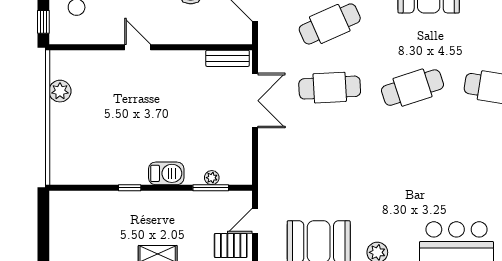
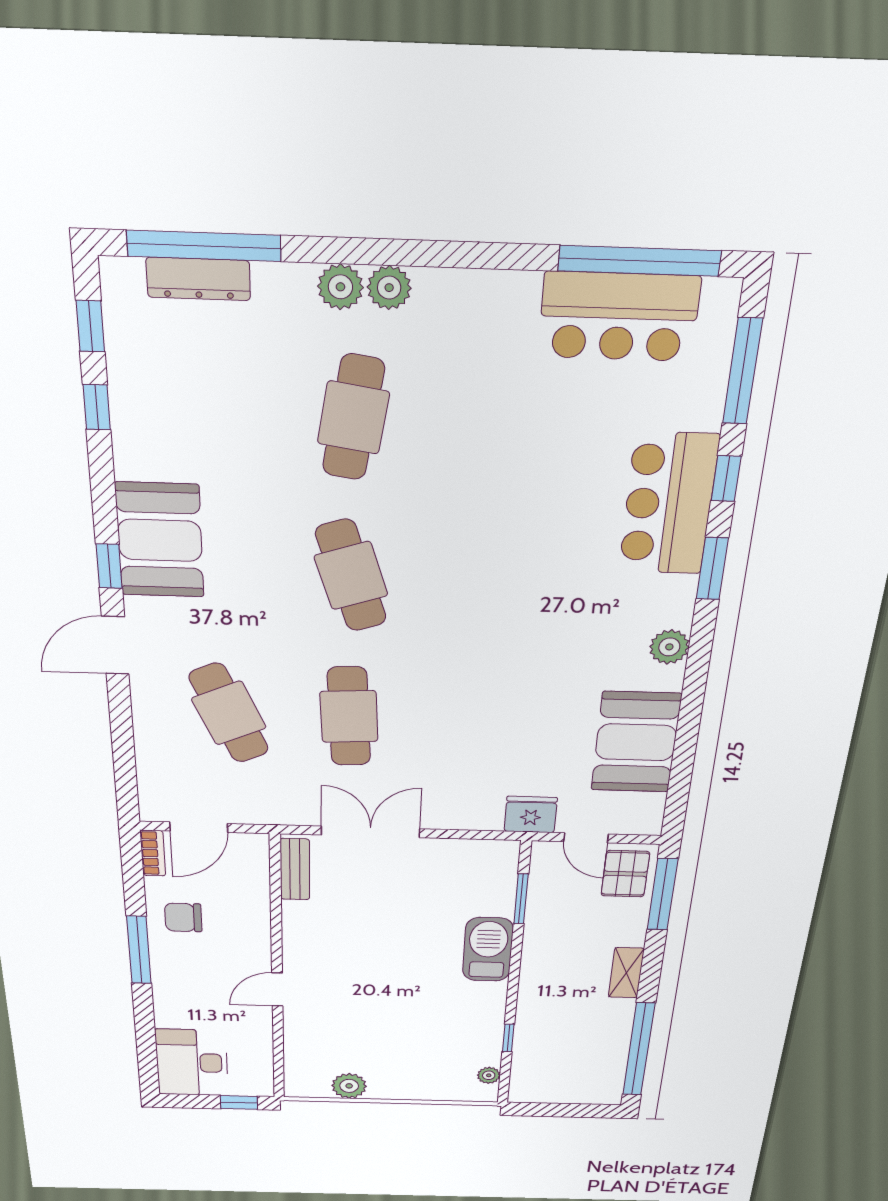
barbecue: (166, 173) -> (488, 949), width x1.37, depth x1.21
plant: (212, 178) -> (489, 1075), moved
window: (130, 188) -> (508, 1038), moved
fridge: (270, 189) -> (531, 814), added

